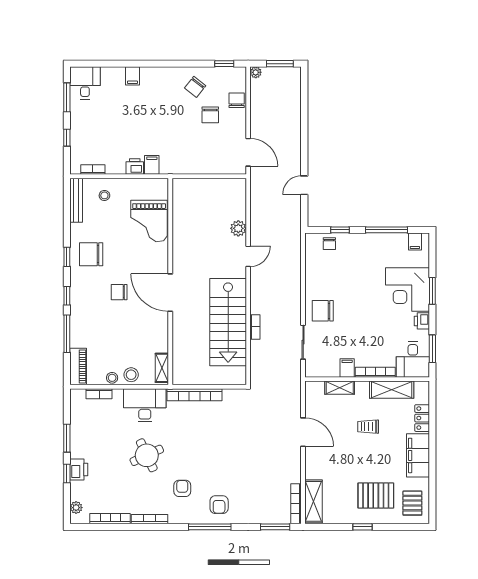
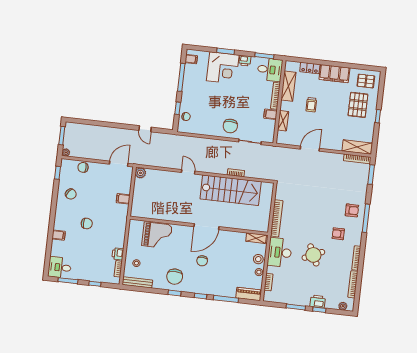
chair: (210, 115) -> (87, 224), moved
filing cabinet: (152, 165) -> (123, 199), moved
printer: (135, 166) -> (118, 254), moved
plant: (238, 228) -> (140, 173), moved

